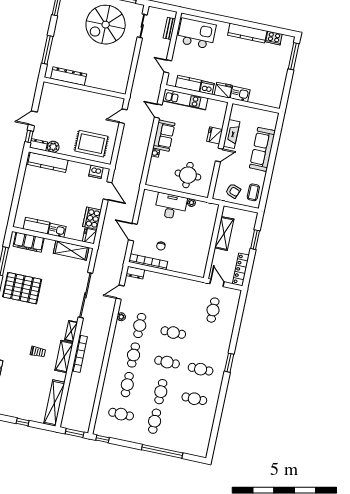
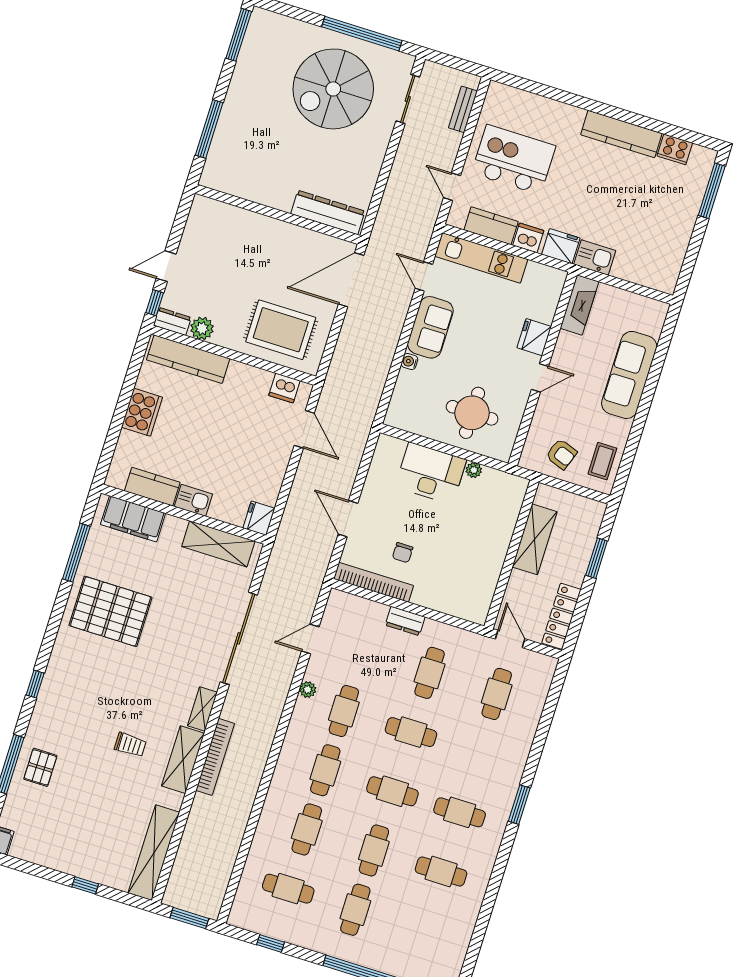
kitchen island: (197, 34) -> (514, 160), moved
dresser: (69, 76) -> (328, 212), moved
door: (123, 116) -> (351, 280), width x1.87
fireplace: (232, 134) -> (579, 305), moved
cooker: (92, 218) -> (142, 412), moved, turned 180
dresser: (135, 273) -> (405, 621), moved
cafe table: (180, 303) -> (430, 673), added
window: (102, 439) -> (271, 943), moved

